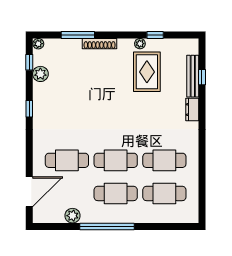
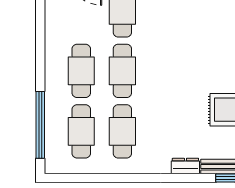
plant: (73, 216) -> (54, 17), removed
window: (107, 226) -> (40, 125), moved

